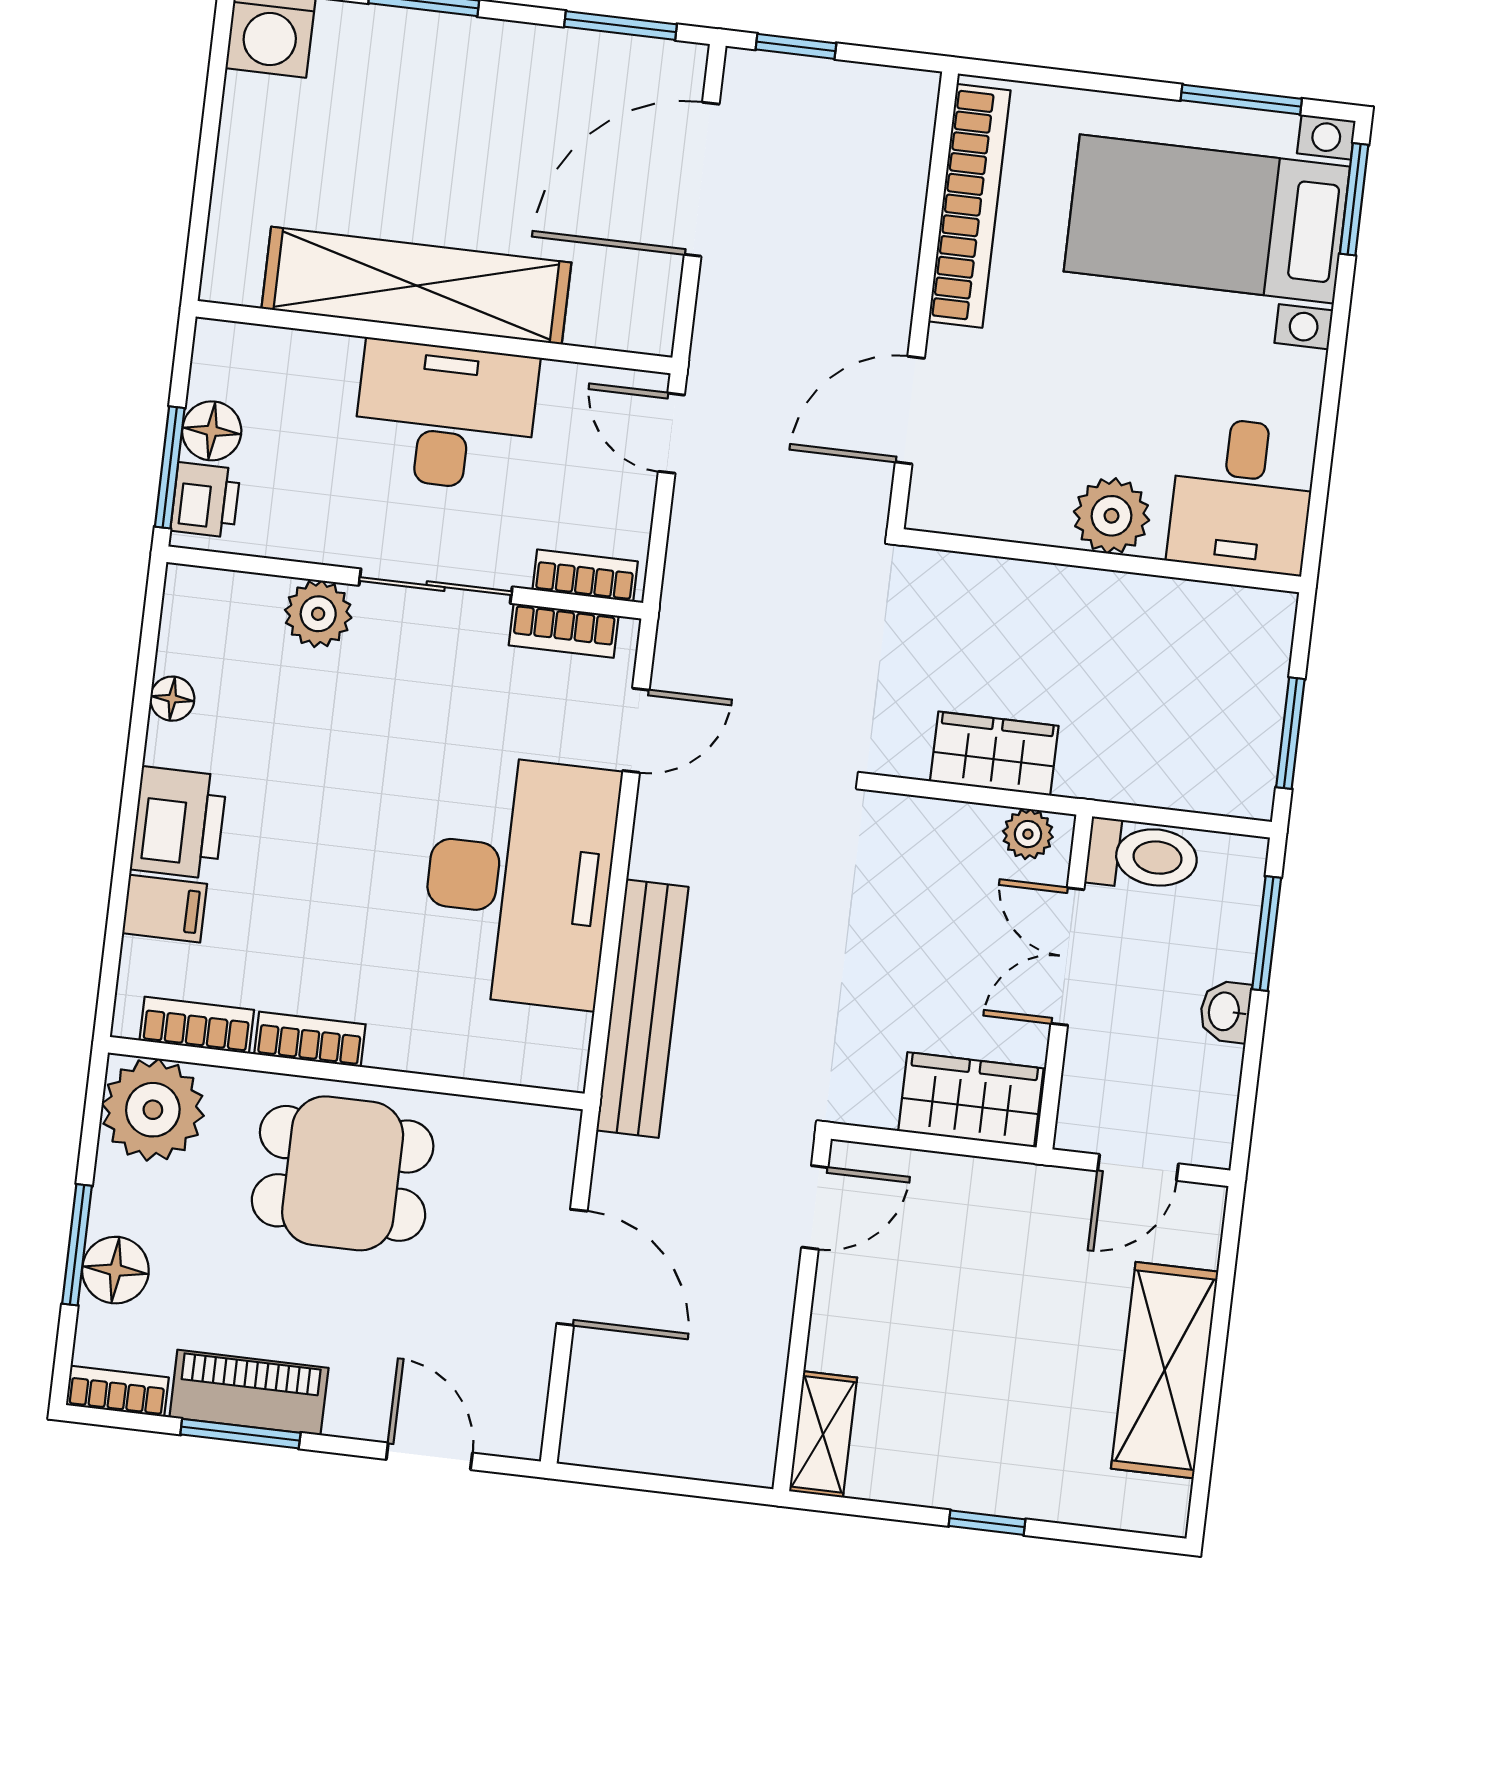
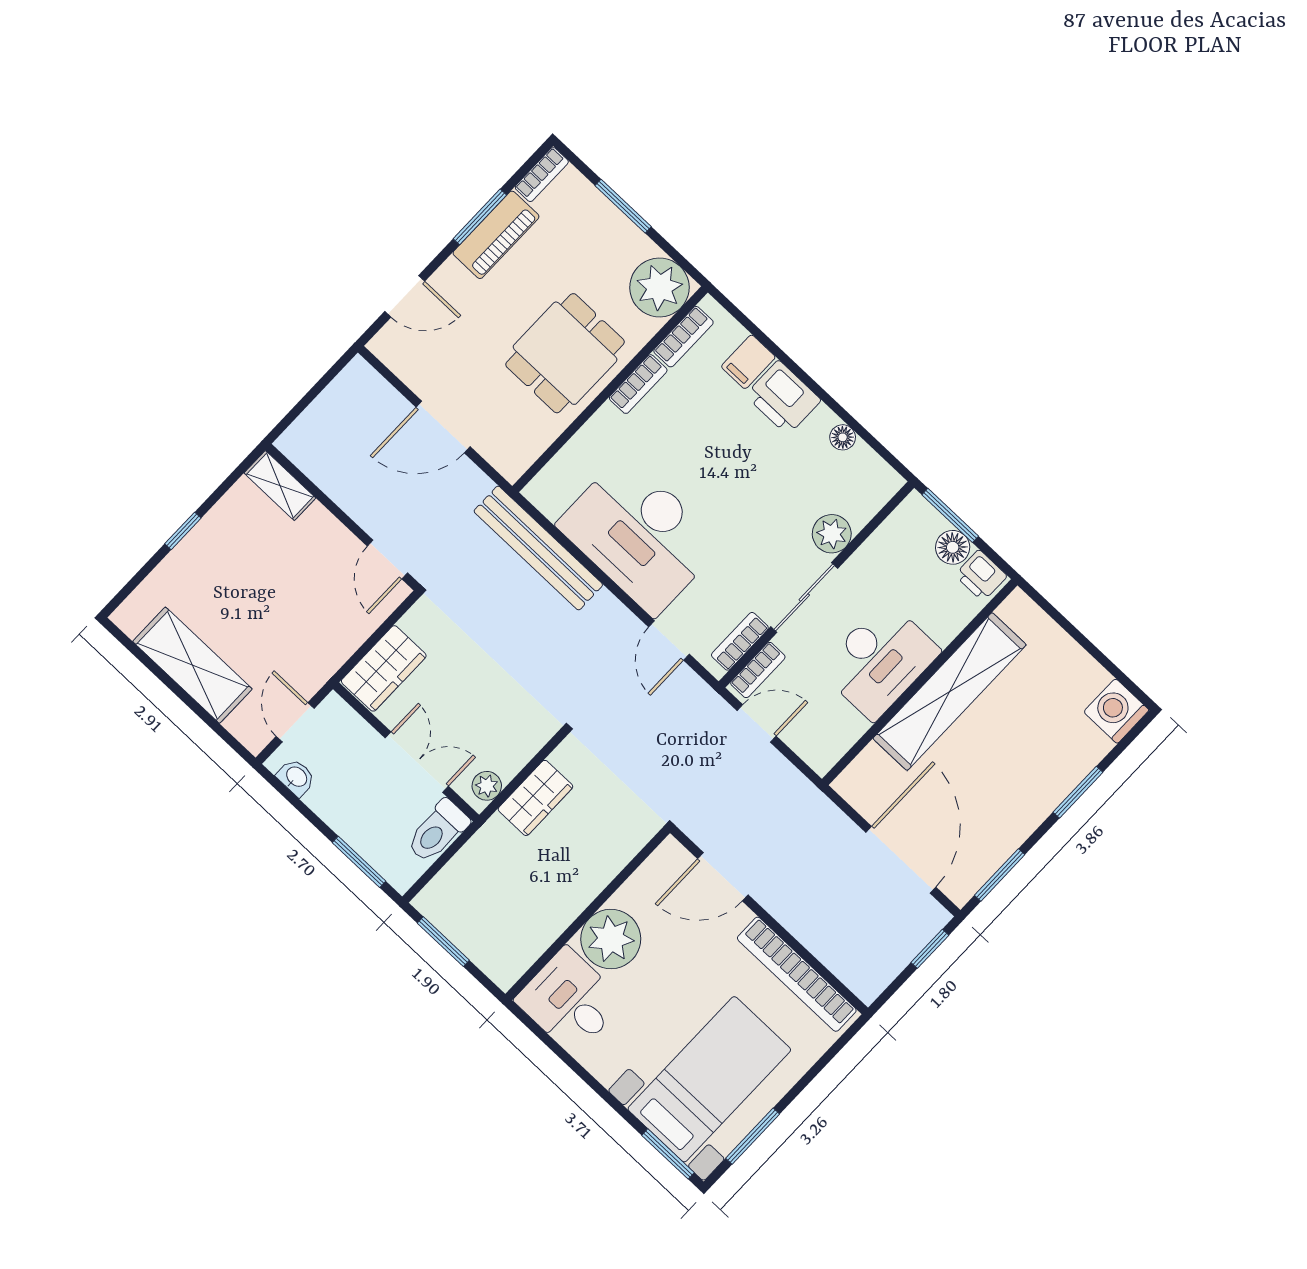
door: (910, 410) -> (723, 877), swing flipped
door: (671, 433) -> (757, 723), moved
printer: (205, 500) -> (981, 576), moved
plant: (1111, 516) -> (611, 939), width x1.36, depth x1.36
washbasin: (1225, 1012) -> (296, 777), moved
floor lamp: (115, 1270) -> (598, 215), removed

